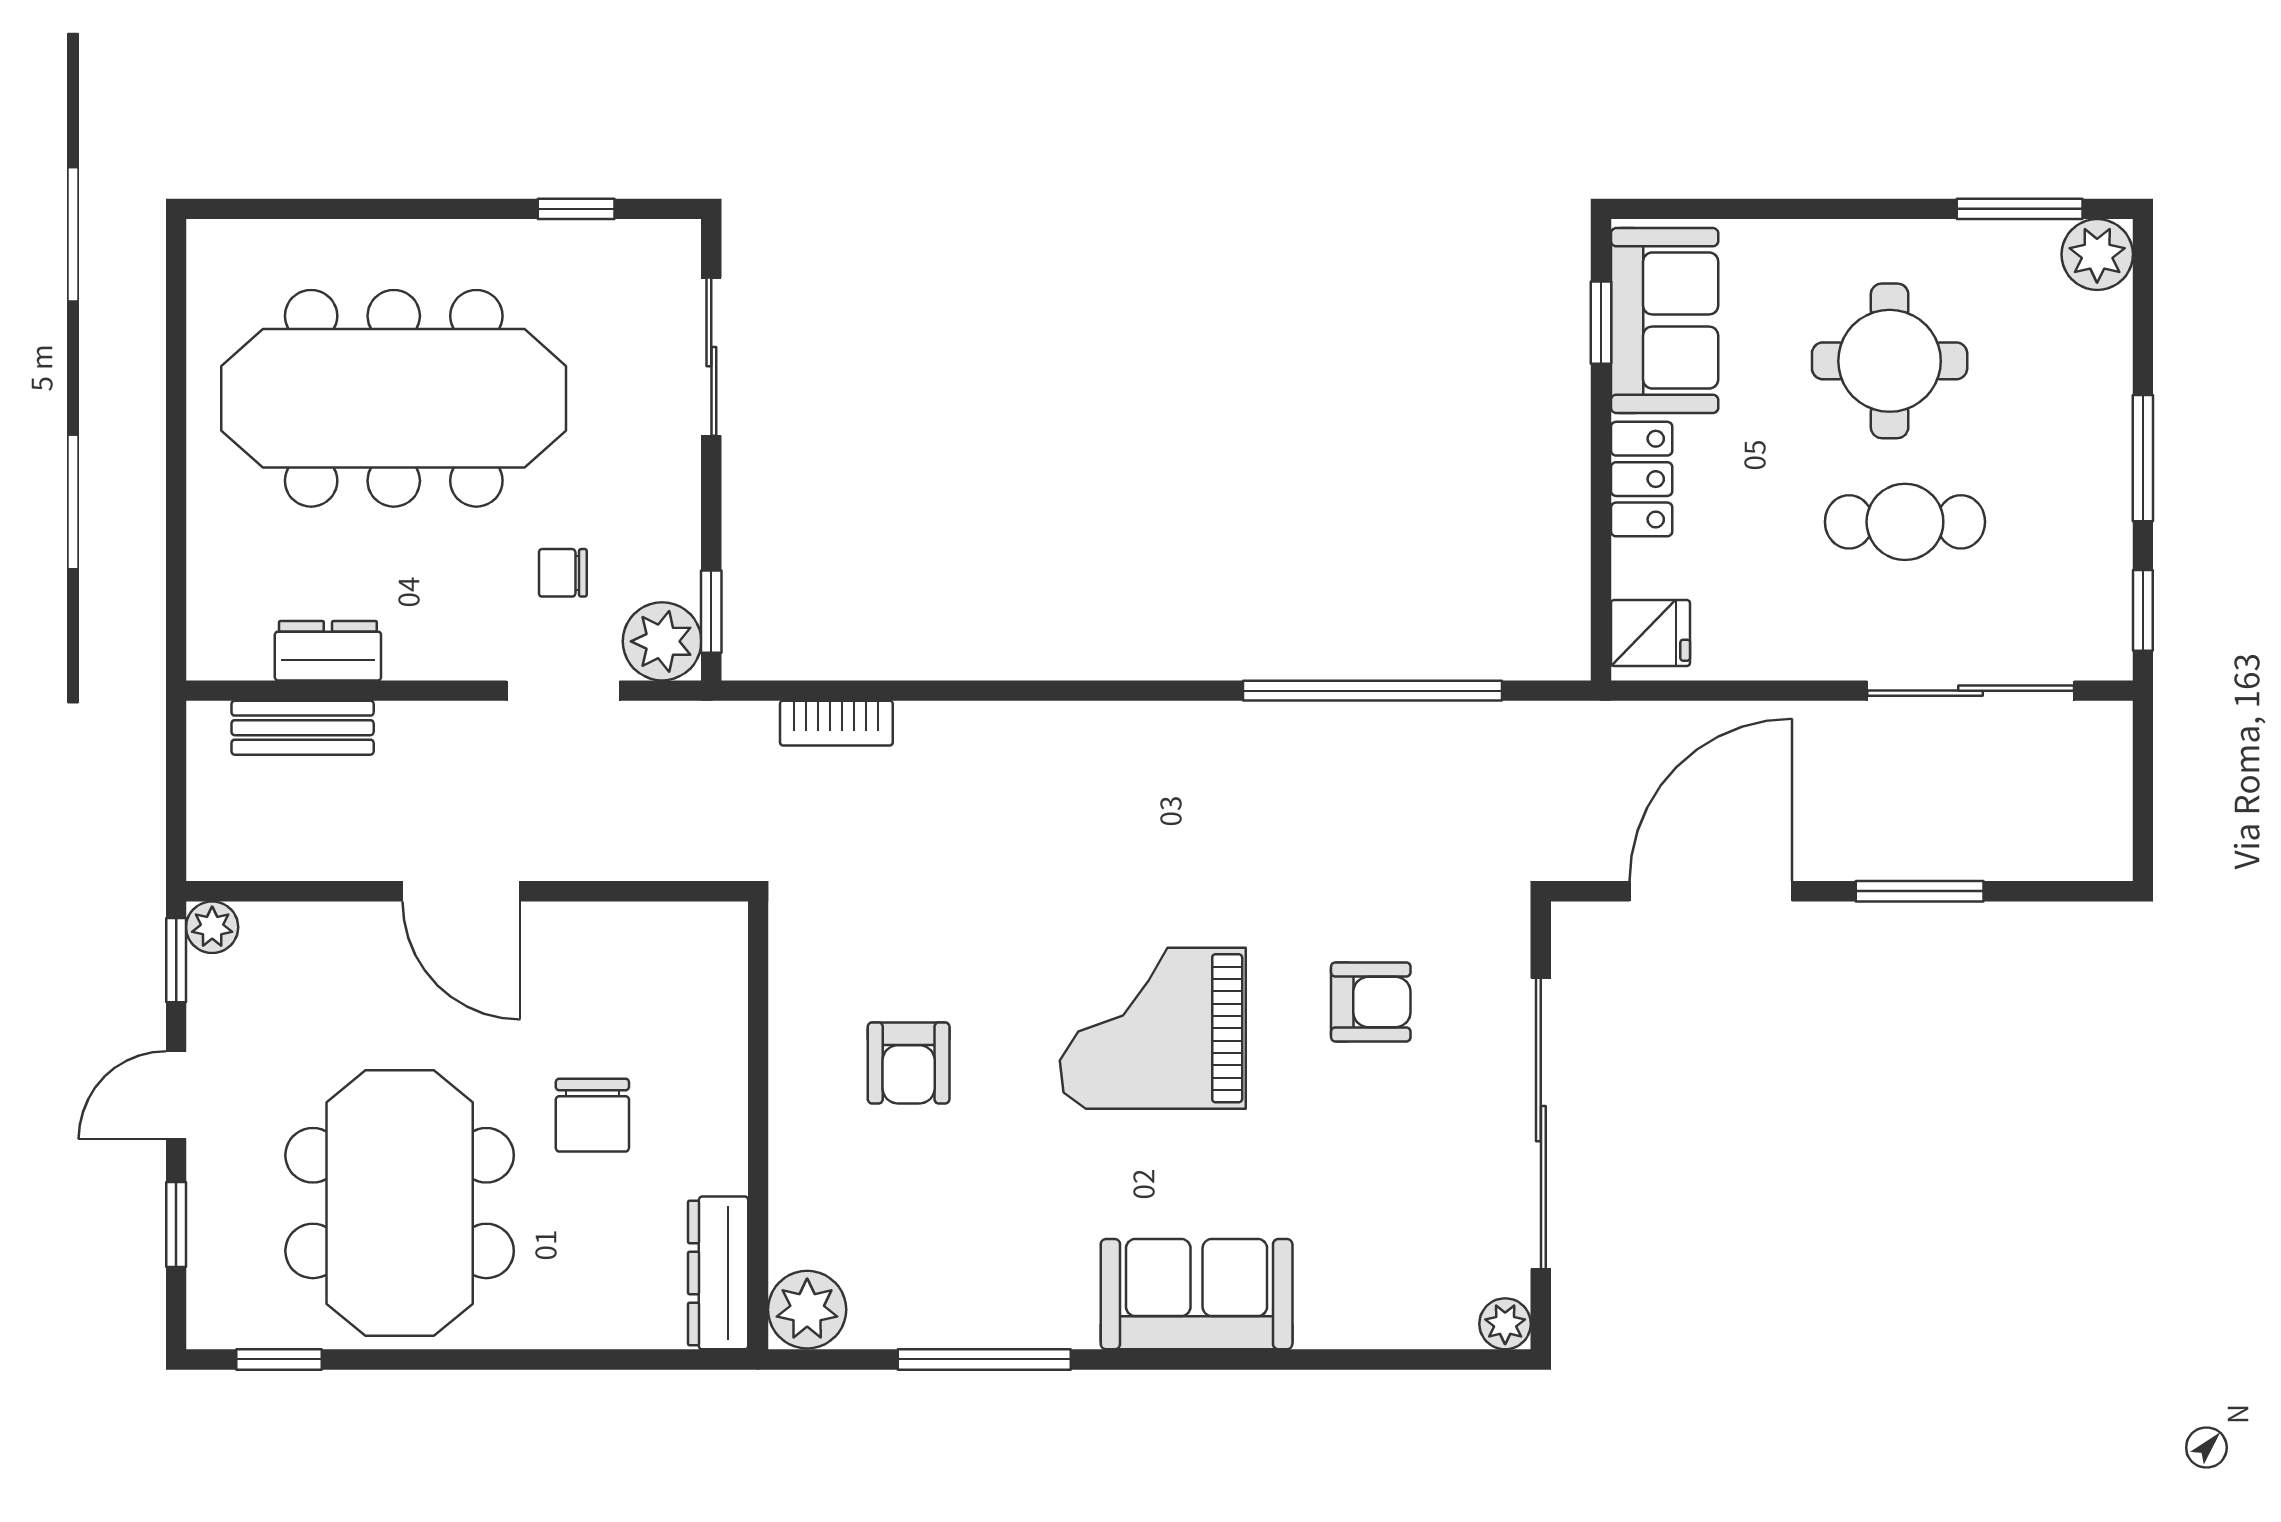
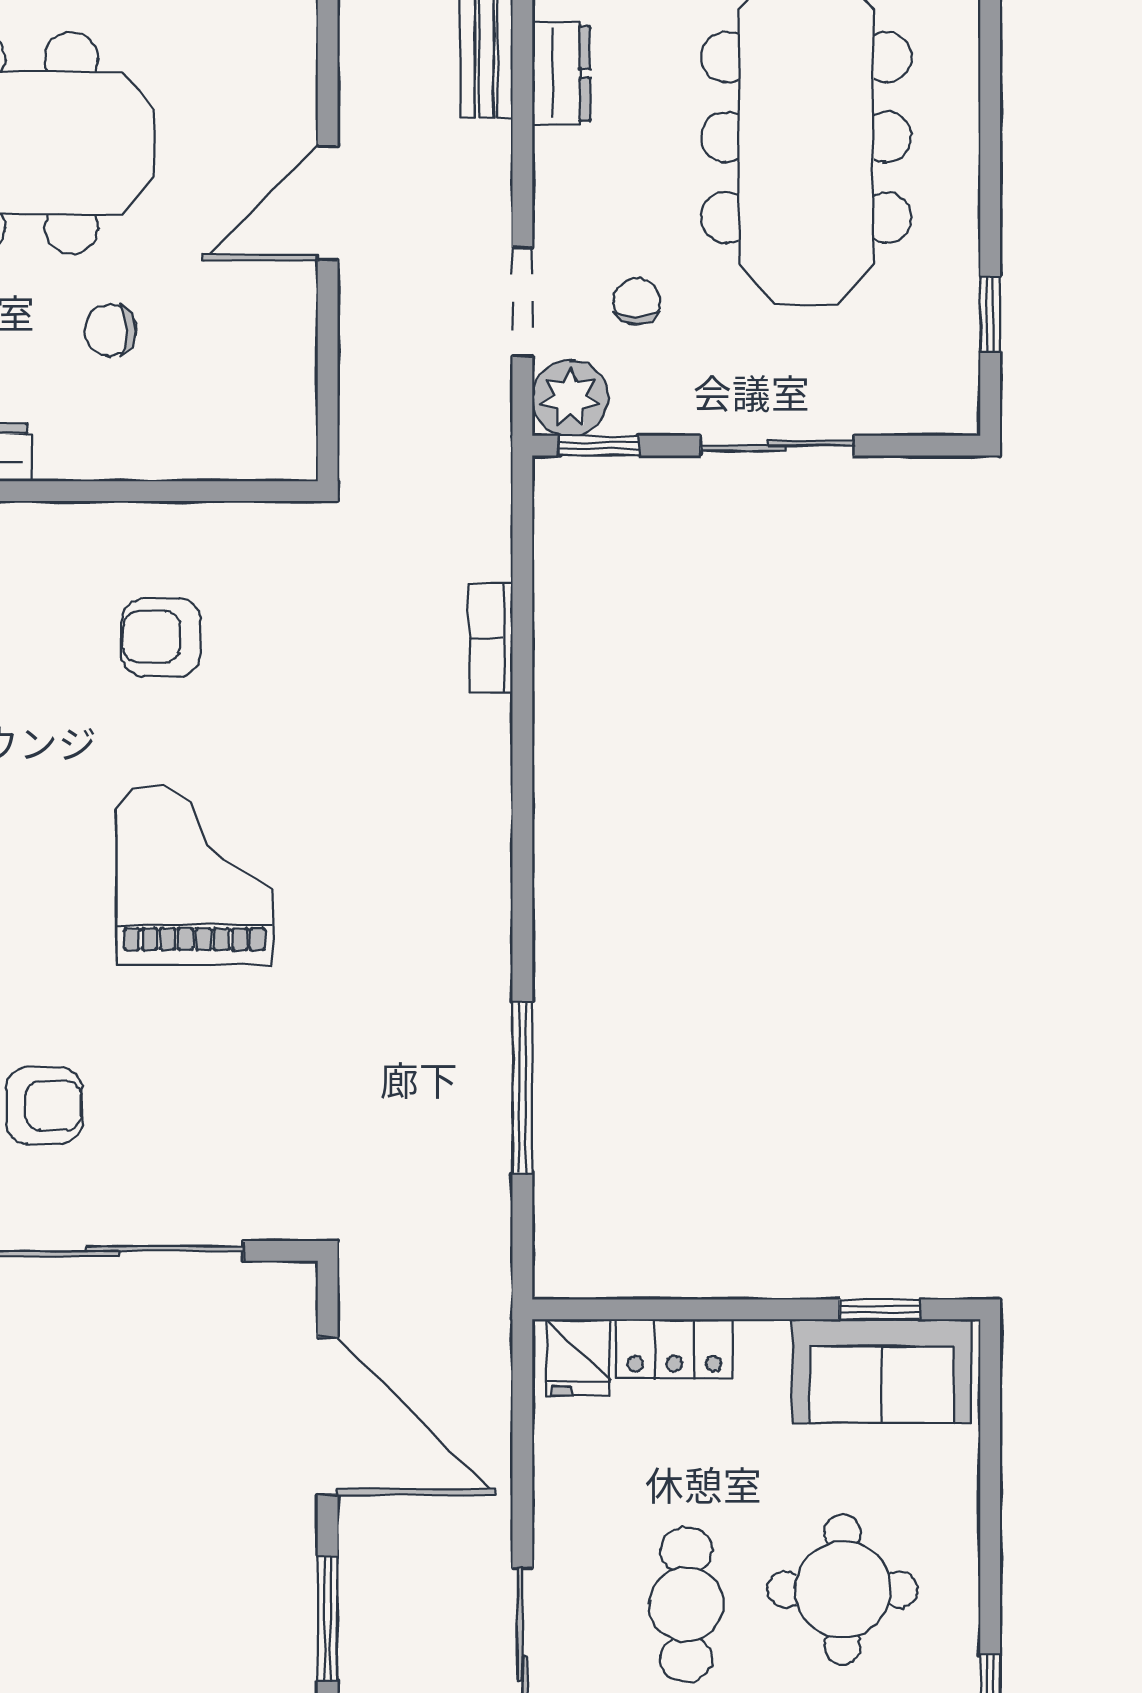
sliding door: (711, 357) -> (777, 446), moved
locker: (1642, 479) -> (674, 1349), moved
window: (1372, 691) -> (522, 1088), width x0.68
bookcase: (836, 723) -> (491, 638), moved
armchair: (1371, 1002) -> (44, 1106), moved, turned -90
chair: (592, 1115) -> (110, 330), width x0.73, depth x0.73

